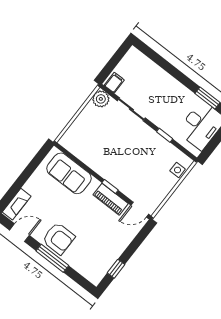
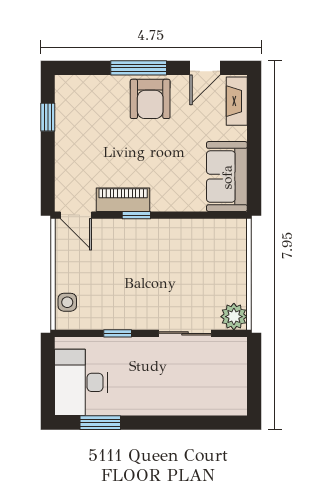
filing cabinet: (114, 83) -> (233, 350), removed
sofa: (69, 173) -> (227, 177), moved, turned -90
door: (140, 210) -> (76, 215), swing flipped
armchair: (59, 238) -> (150, 99), turned -90

